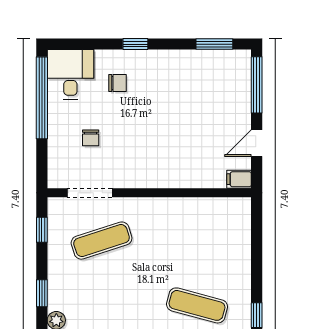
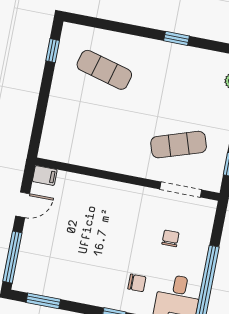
chair: (118, 83) -> (137, 283), turned 180

